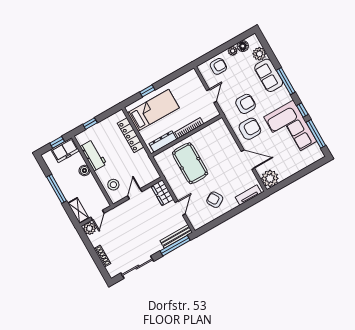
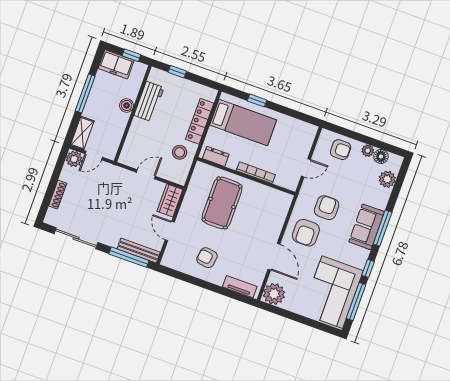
sofa: (269, 75) -> (367, 227), moved
armchair: (246, 104) -> (327, 208), turned -90
armchair: (250, 129) -> (306, 233), turned 90
corner sofa: (290, 129) -> (332, 292), moved
dresser: (163, 141) -> (216, 156), width x0.70
freezer: (65, 150) -> (116, 64), moved
stool: (113, 185) -> (180, 152), moved
armchair: (215, 200) -> (207, 258), turned -50
door: (180, 208) -> (170, 231), swing flipped

